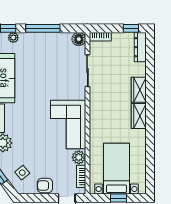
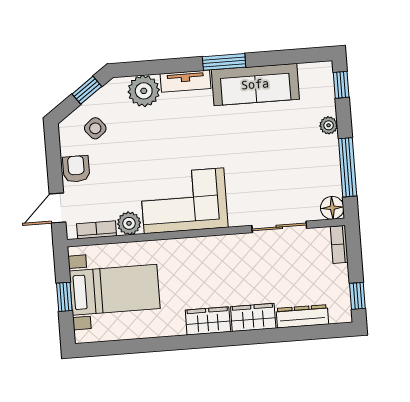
window: (43, 28) -> (348, 167), moved
plant: (13, 38) -> (329, 125), moved
dresser: (140, 47) -> (302, 316), moved

